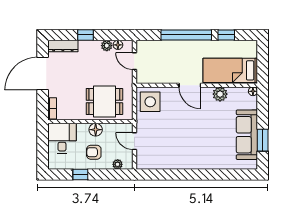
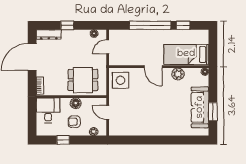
plant: (107, 46) -> (85, 34), removed
door: (134, 61) -> (108, 47), hinge flipped

